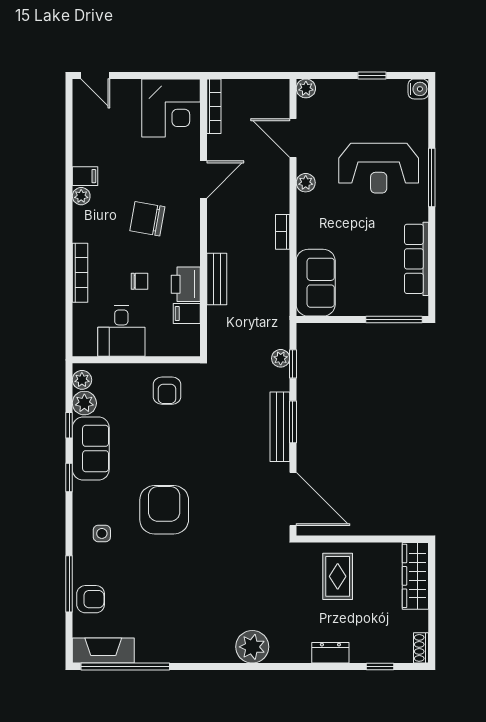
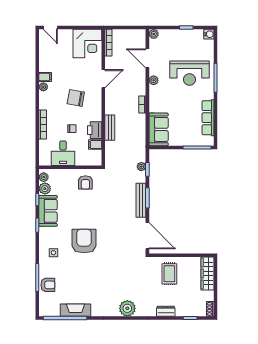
fireplace: (103, 650) -> (75, 310), moved

